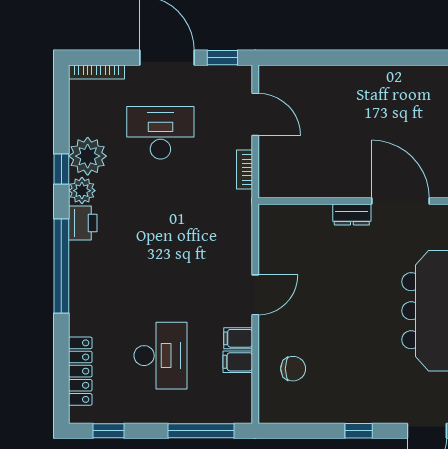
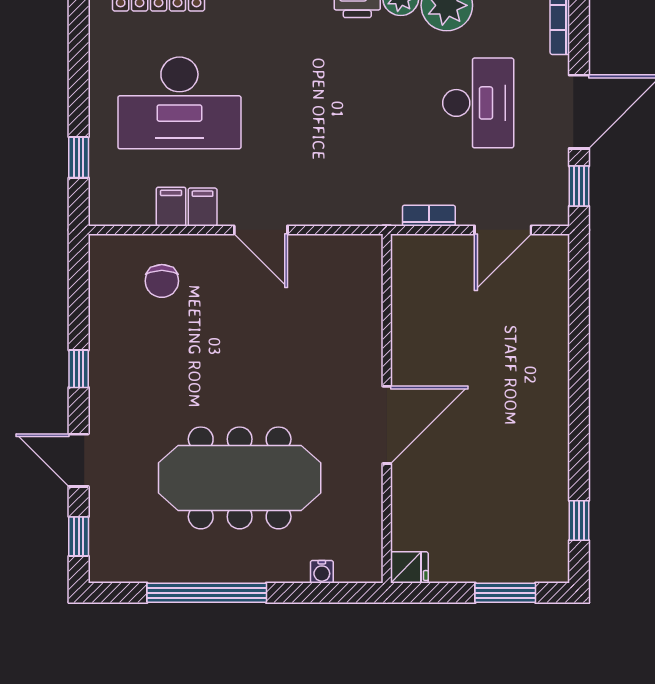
dresser: (352, 215) -> (369, 360), removed
desk: (160, 356) -> (179, 103), width x1.36, depth x1.30
window: (108, 431) -> (79, 33), removed
window: (201, 431) -> (79, 157), width x0.46

